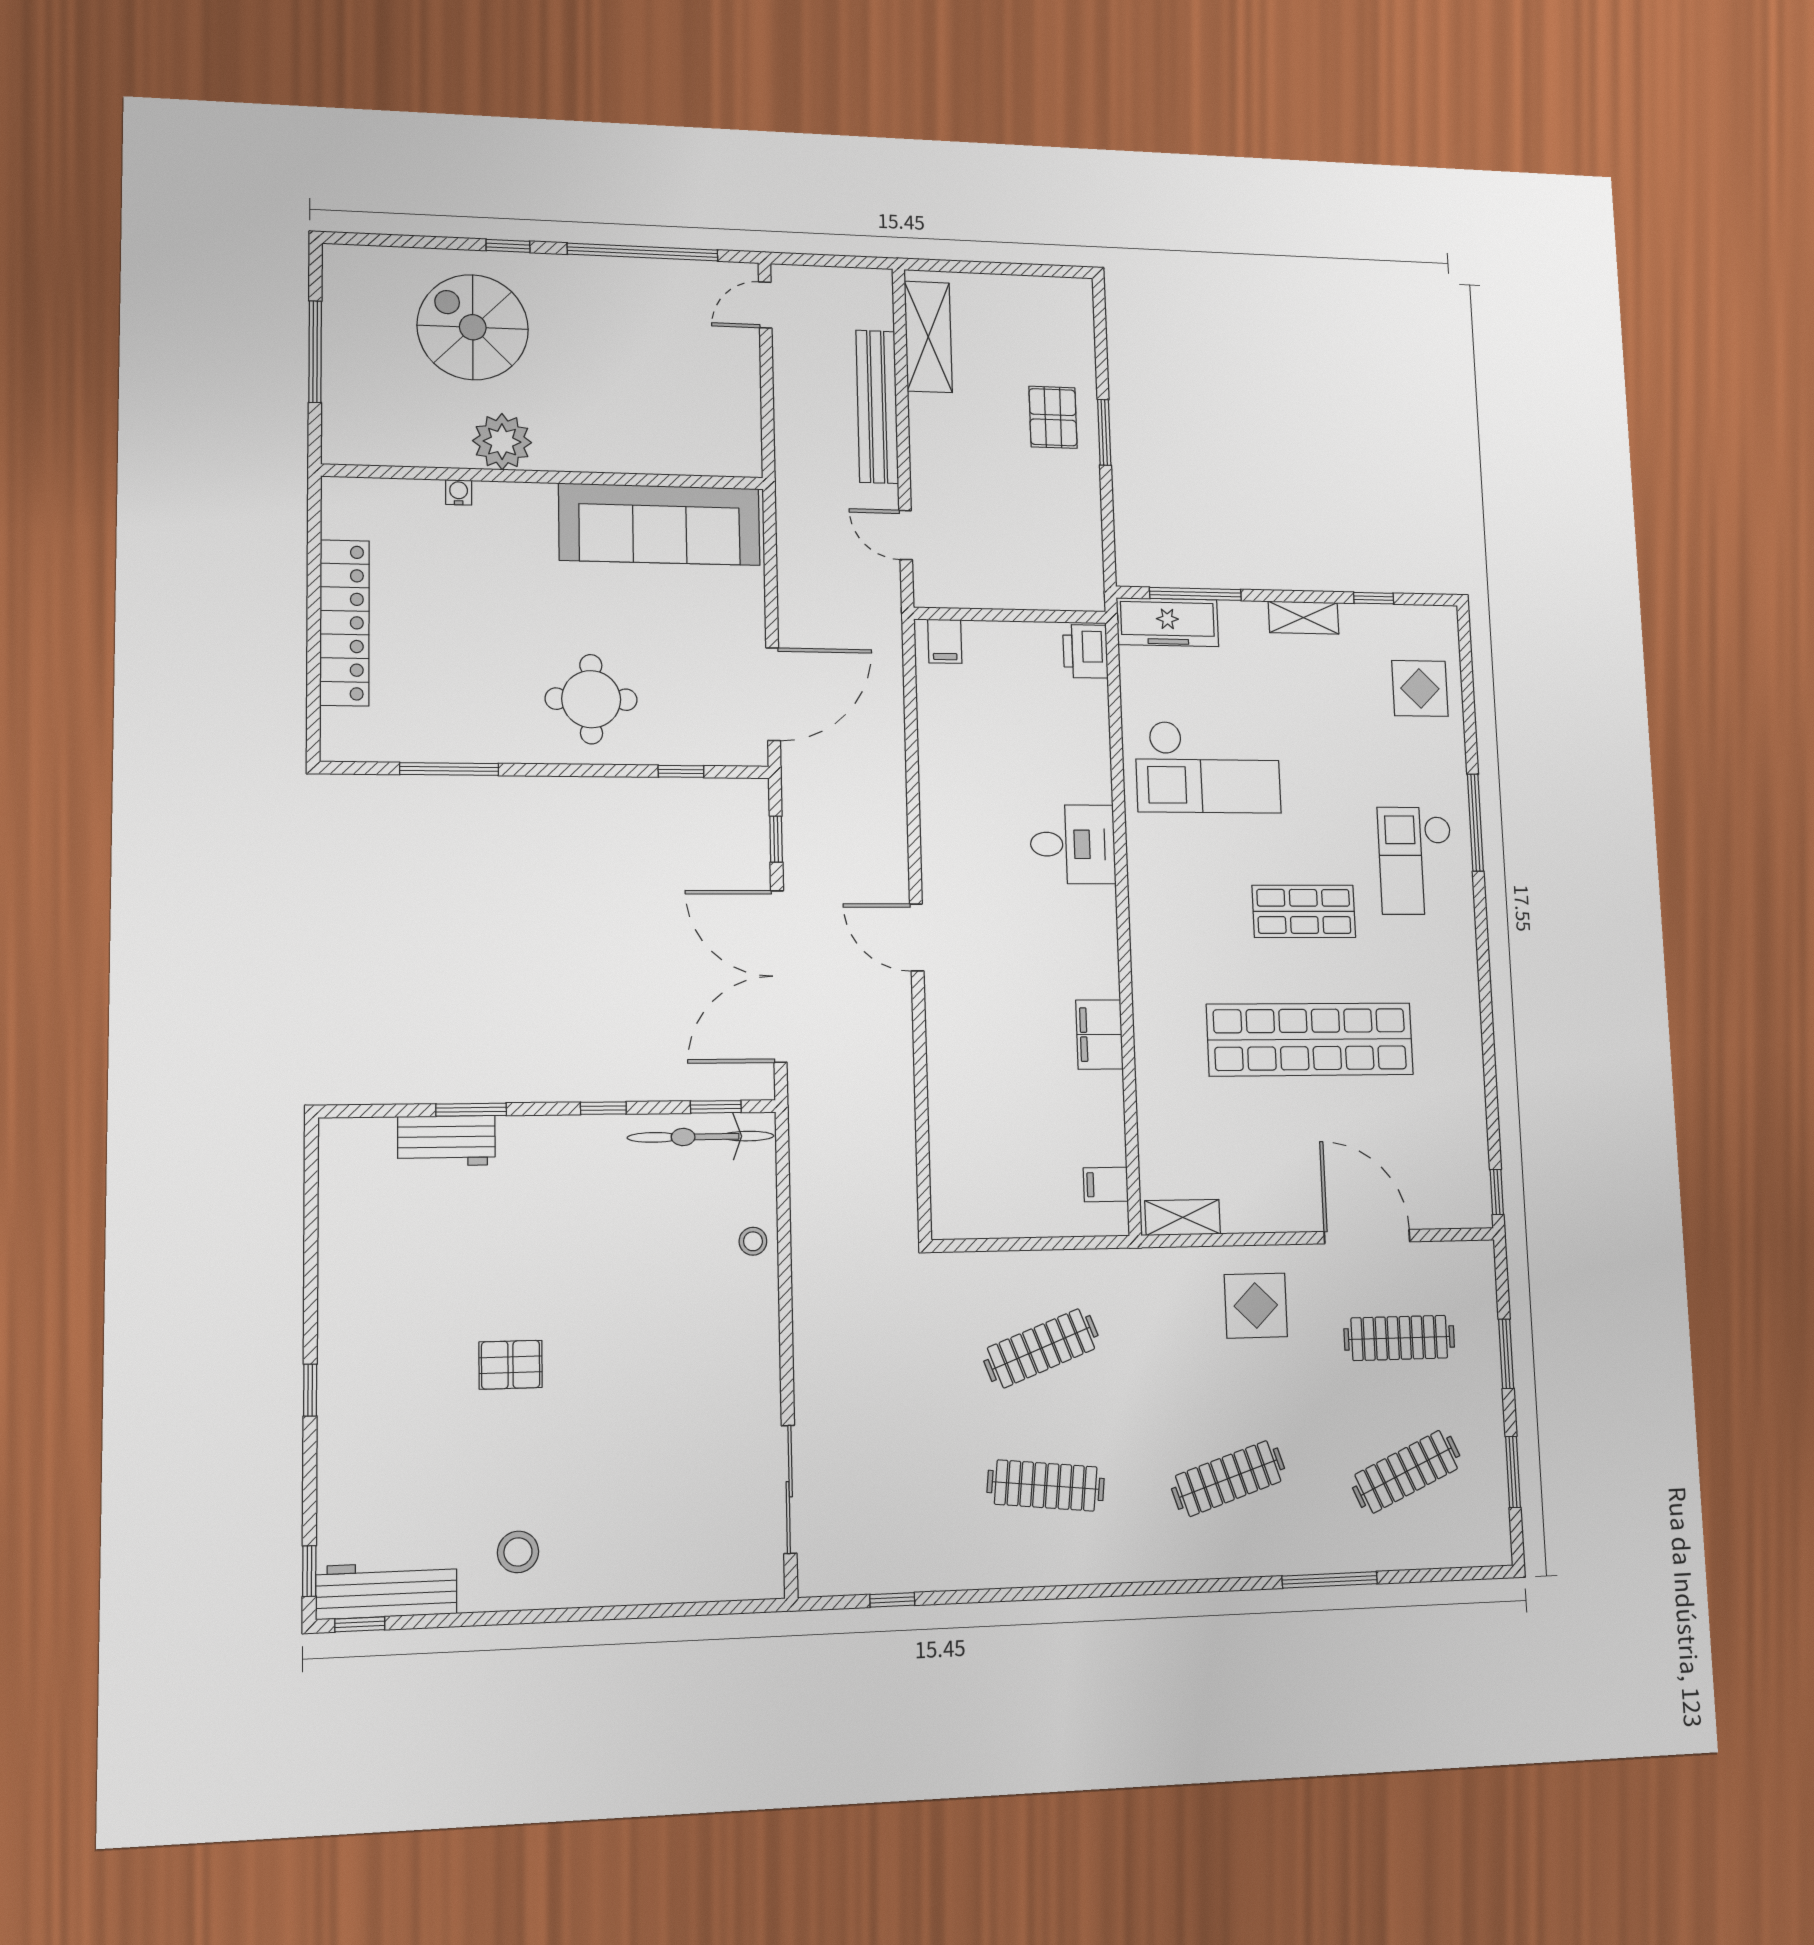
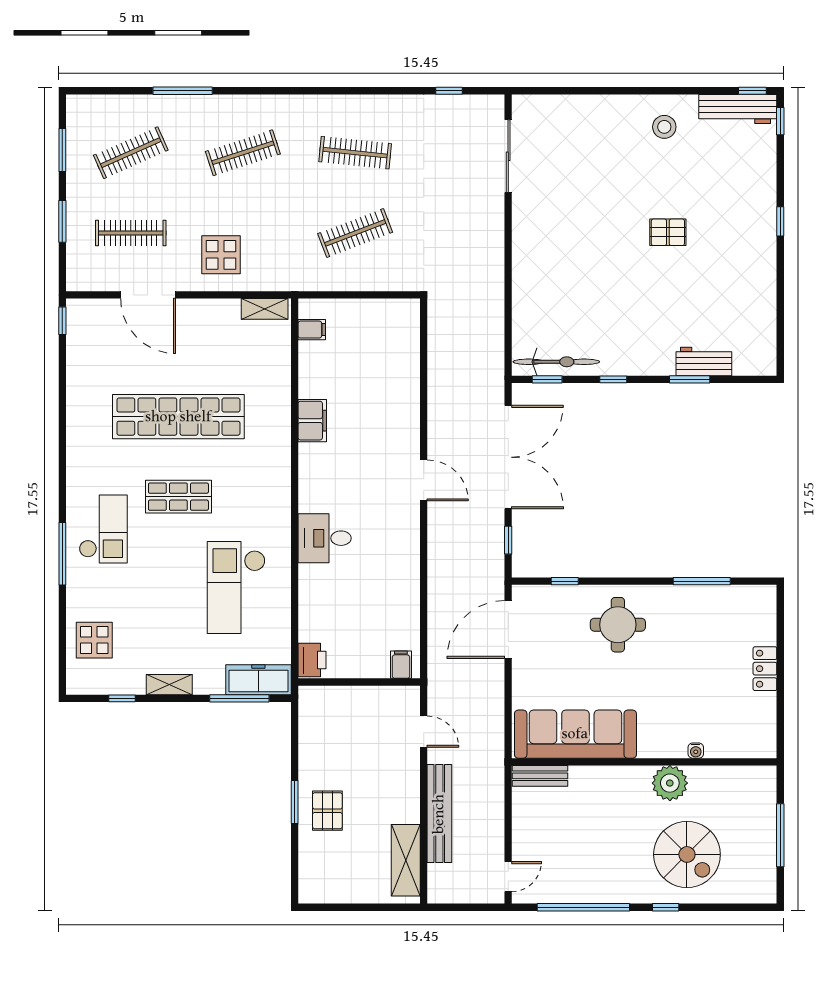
bench: (717, 460) -> (540, 776), added
locker: (345, 623) -> (765, 669), width x0.46, depth x0.83
checkout: (1208, 767) -> (236, 587), turned -90
stool: (753, 1241) -> (527, 300), removed

